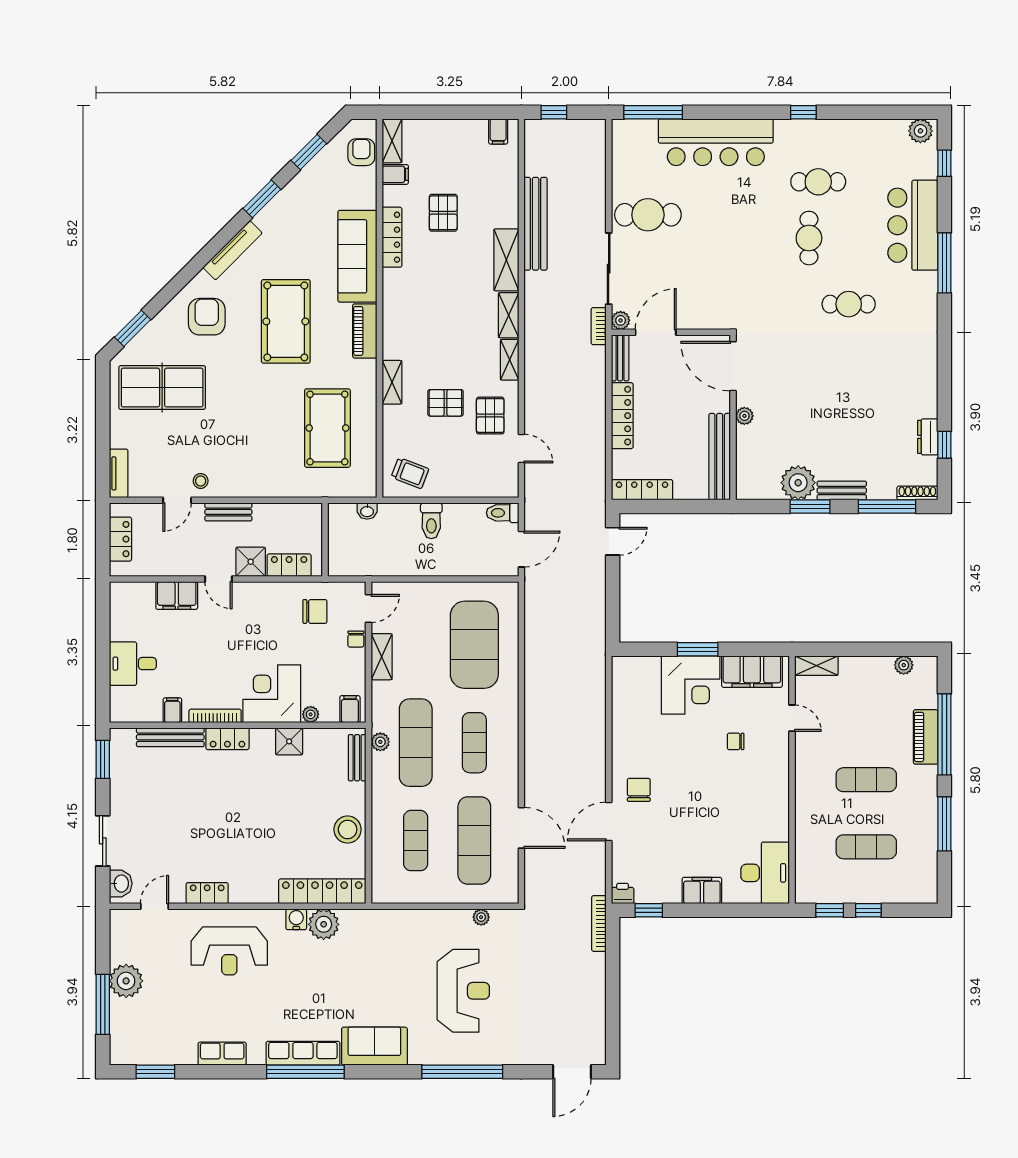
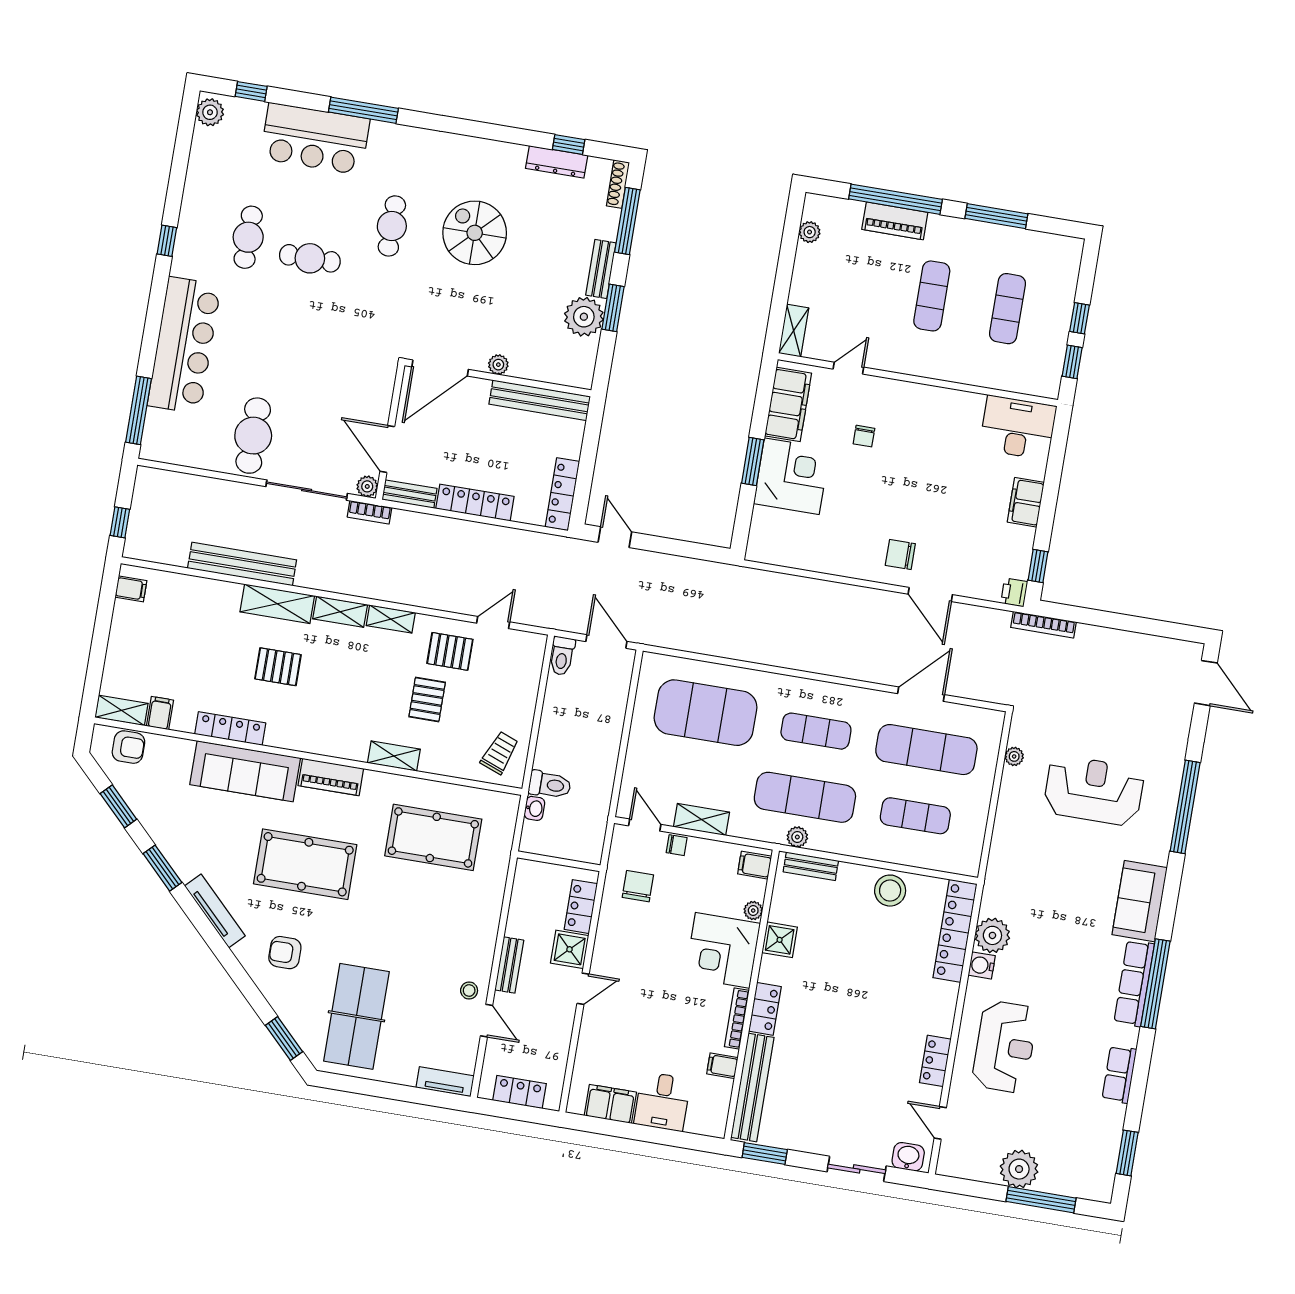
armchair: (361, 152) -> (128, 747), turned 180
pallet: (443, 213) -> (278, 667), moved
armchair: (207, 317) -> (285, 953), width x0.72, depth x0.72
spiral stairs: (855, 376) -> (475, 233), added
dresser: (928, 437) -> (557, 162), width x1.44
toilet: (431, 521) -> (550, 785), moved
filing cabinet: (177, 595) -> (610, 1104), moved, turned -90
bench: (170, 737) -> (752, 1087), width x1.37, depth x1.21

